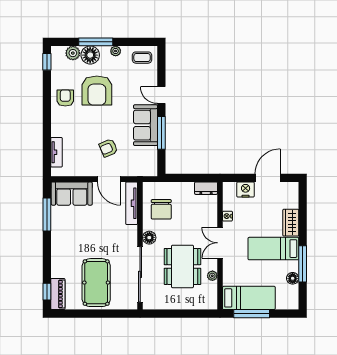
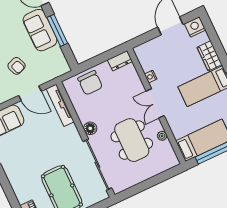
armchair: (108, 148) -> (17, 66), turned -88
nightstand: (246, 190) -> (195, 27), moved
chair: (161, 209) -> (90, 83), moved

